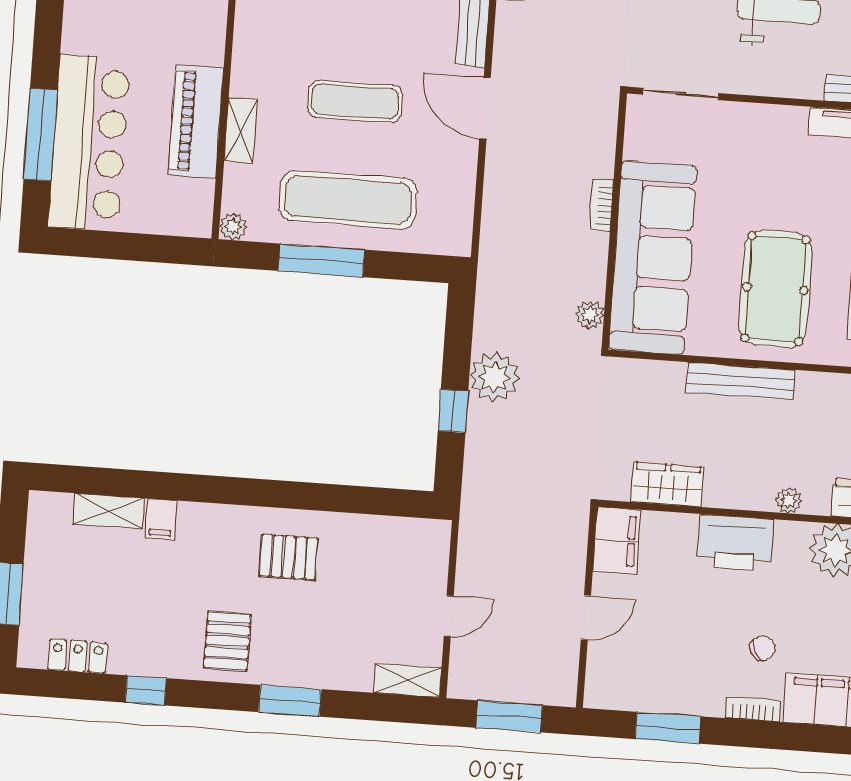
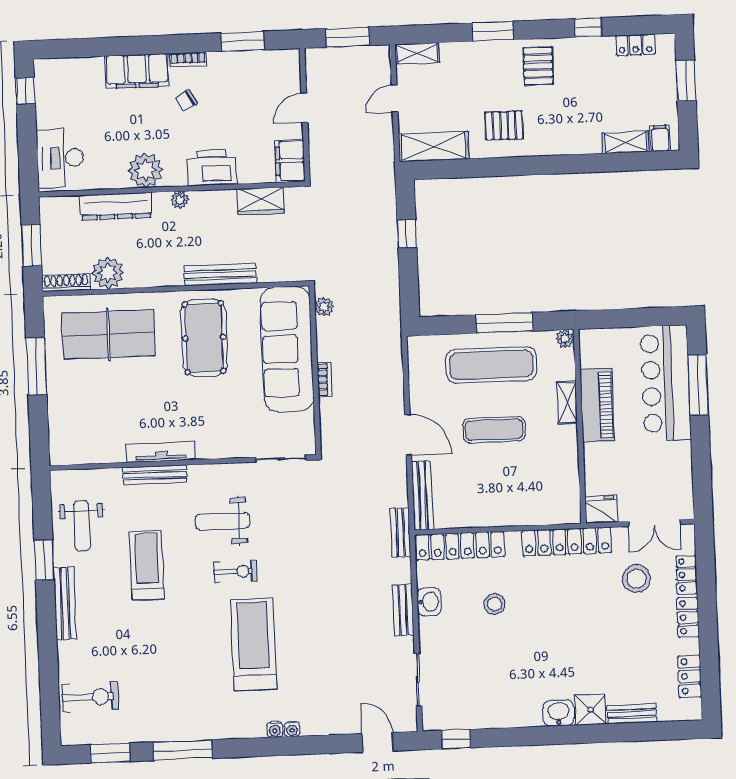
plant: (495, 377) -> (382, 259), removed
filing cabinet: (161, 519) -> (660, 138), moved
shelving: (398, 537) -> (434, 147), added

